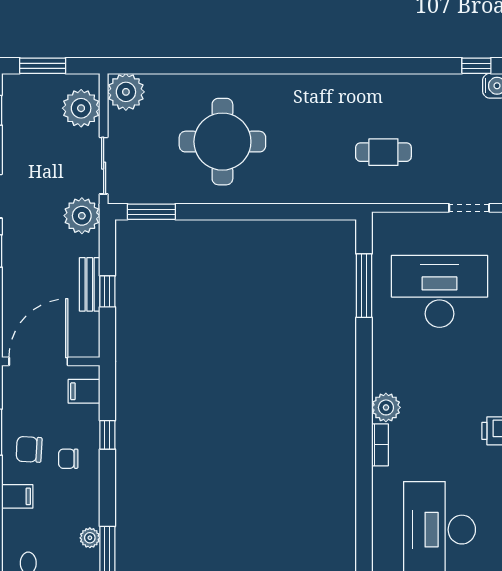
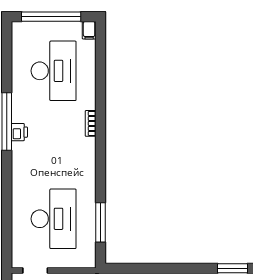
desk: (439, 291) -> (54, 219), turned -90
plant: (386, 407) -> (87, 147), removed

